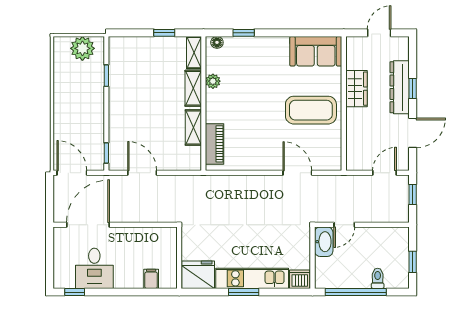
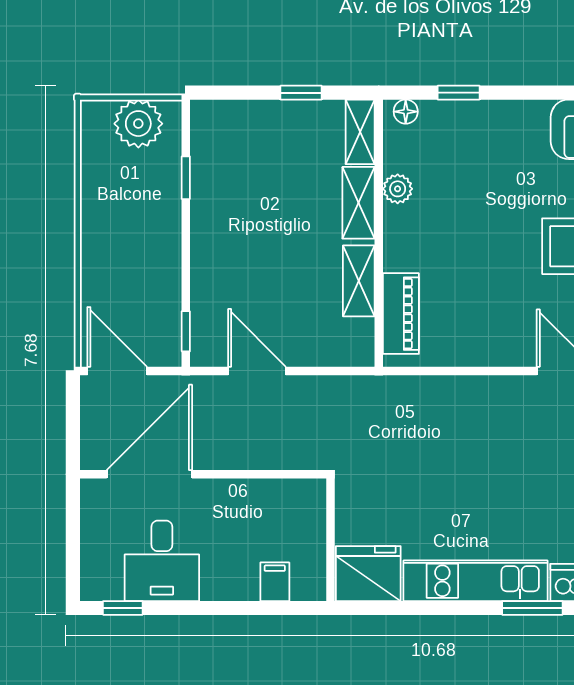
window: (244, 292) -> (532, 608), moved

